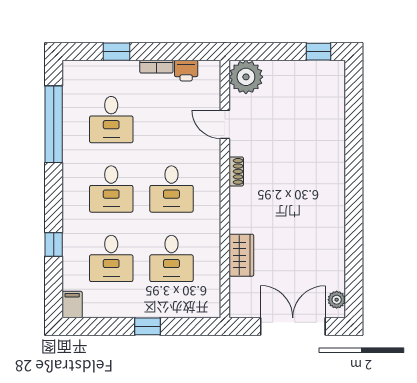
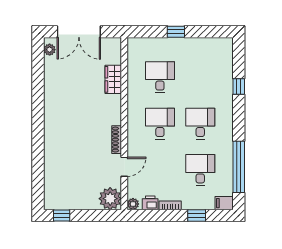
plant: (212, 69) -> (133, 204), added
door: (225, 124) -> (124, 167), hinge flipped
shoe rack: (236, 171) -> (117, 140), width x1.43
desk: (111, 258) -> (200, 77), removed
filing cabinet: (72, 305) -> (224, 203), moved, turned 90

